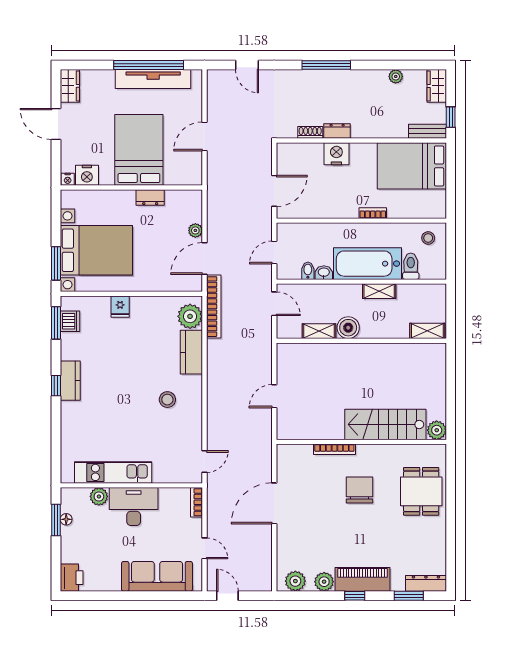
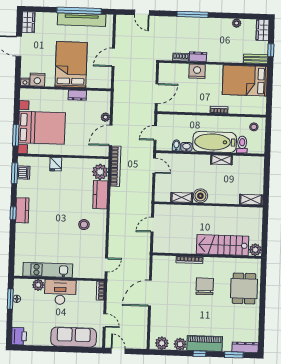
boiler: (348, 328) -> (200, 196), moved
shelving: (319, 331) -> (182, 197), moved
shelving: (427, 331) -> (251, 200), moved
wall: (361, 341) -> (209, 204), moved

